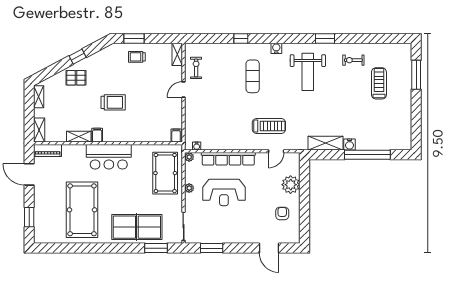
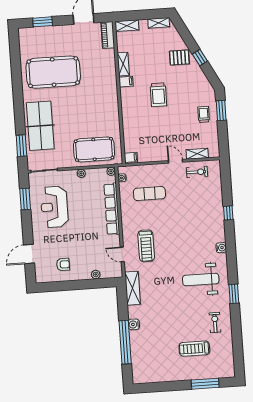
shelving: (177, 54) -> (197, 154), moved
exercise mat: (253, 76) -> (149, 194), moved
pallet: (76, 78) -> (179, 57), turned 90
treadmill: (379, 83) -> (194, 349), turned 180
shelving: (326, 143) -> (133, 288), moved
bar counter: (109, 157) -> (106, 94), removed
plant: (291, 185) -> (96, 274), width x0.53, depth x0.53
reception desk: (224, 192) -> (54, 207), moved

